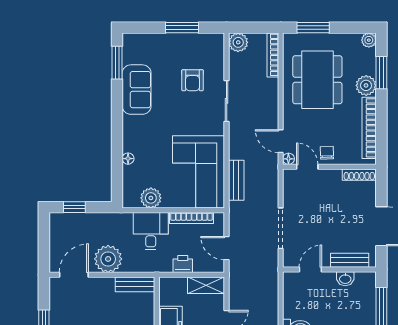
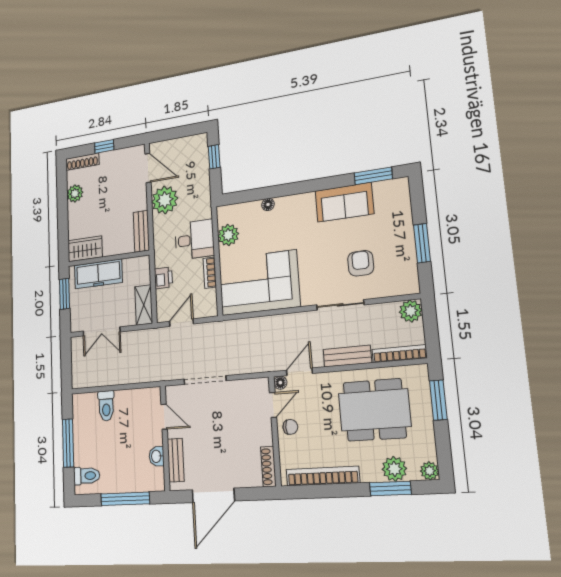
armchair: (193, 80) -> (361, 263), turned 90
plant: (366, 85) -> (394, 469), moved
bench: (236, 180) -> (347, 356), moved
bookcase: (192, 218) -> (210, 273), width x0.64

